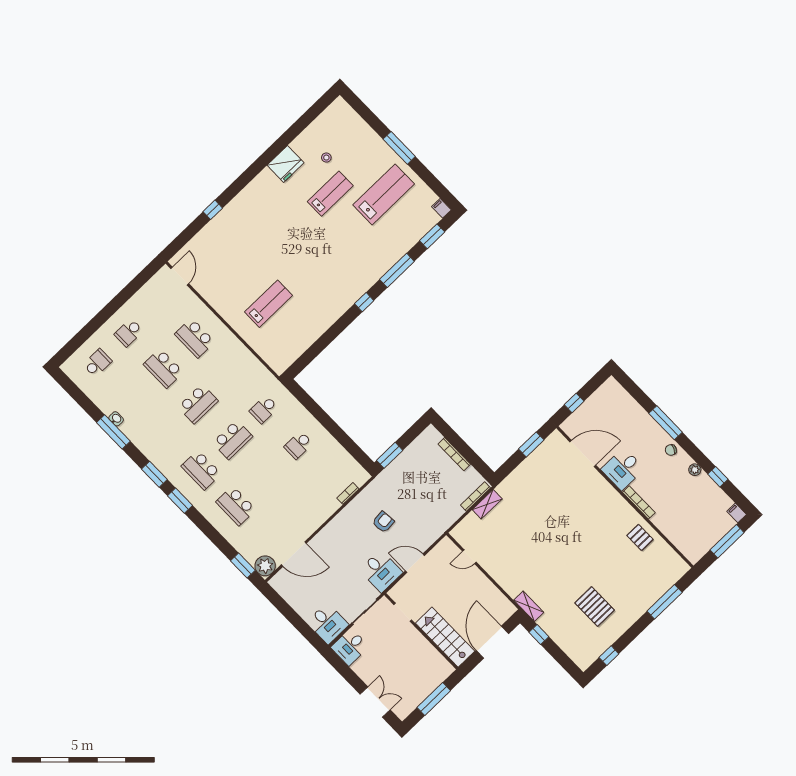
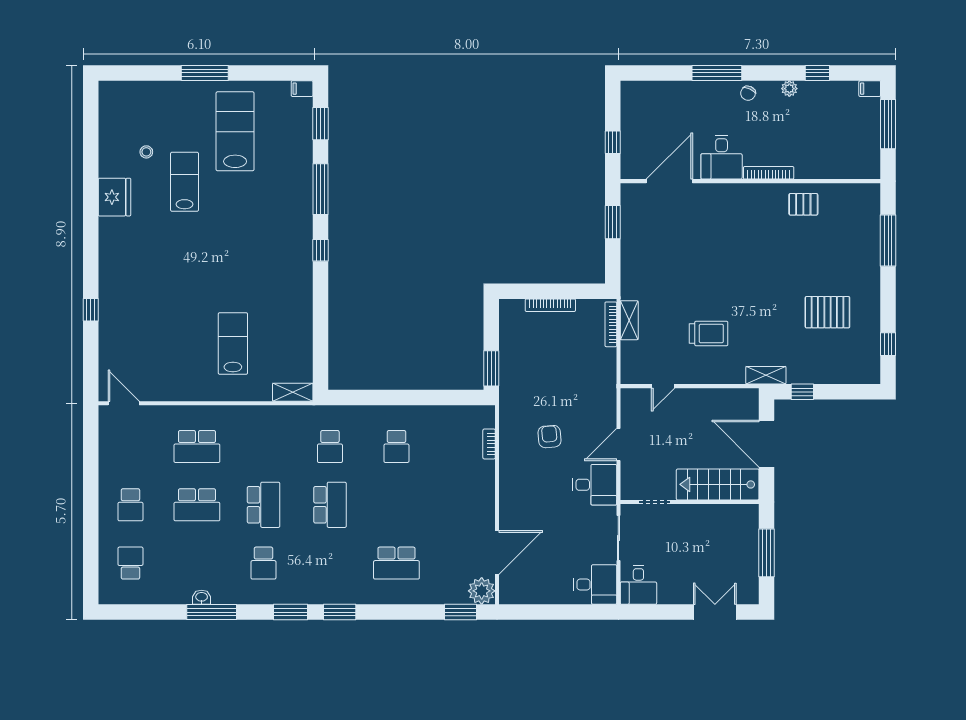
shelving: (274, 361) -> (293, 392), added
school desk: (201, 470) -> (263, 563), moved, width x0.54
trolley: (521, 554) -> (709, 333), added

